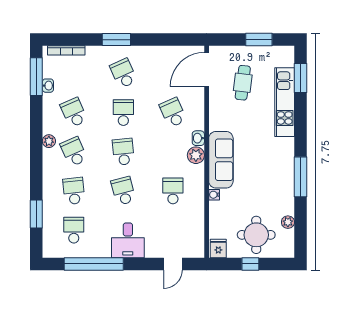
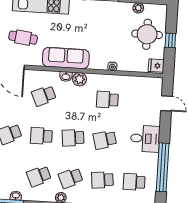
sofa: (221, 160) -> (66, 58), moved

